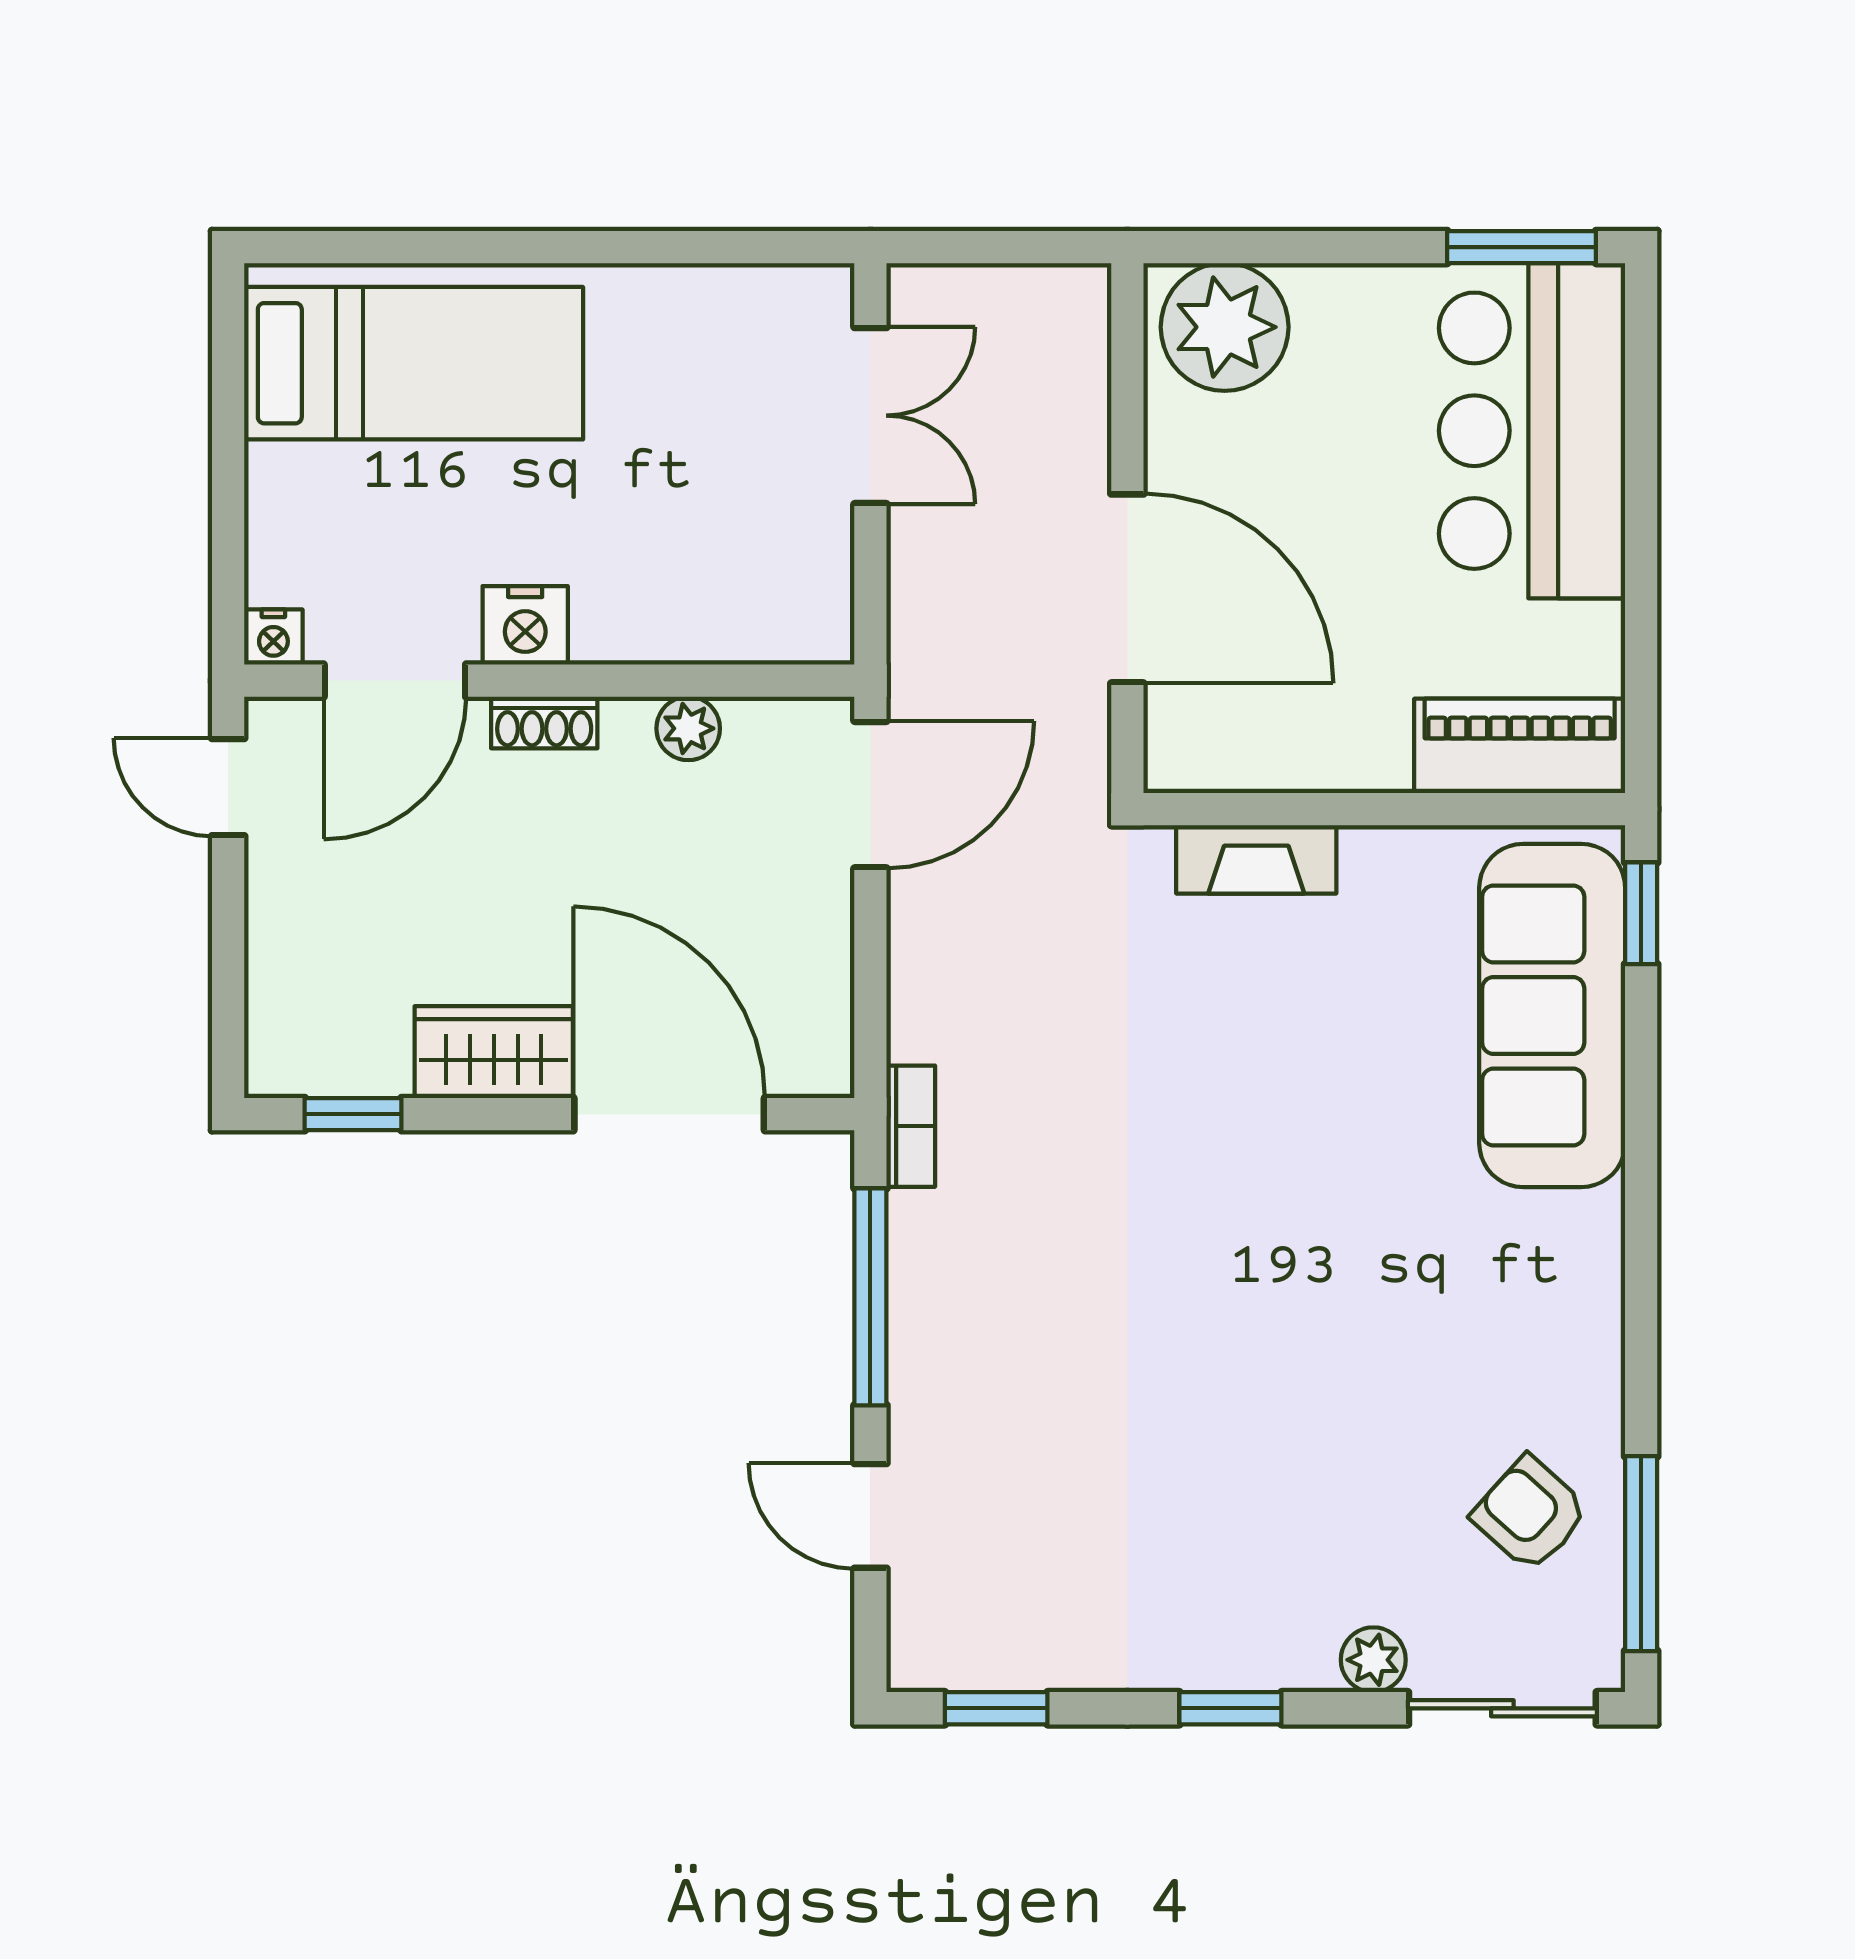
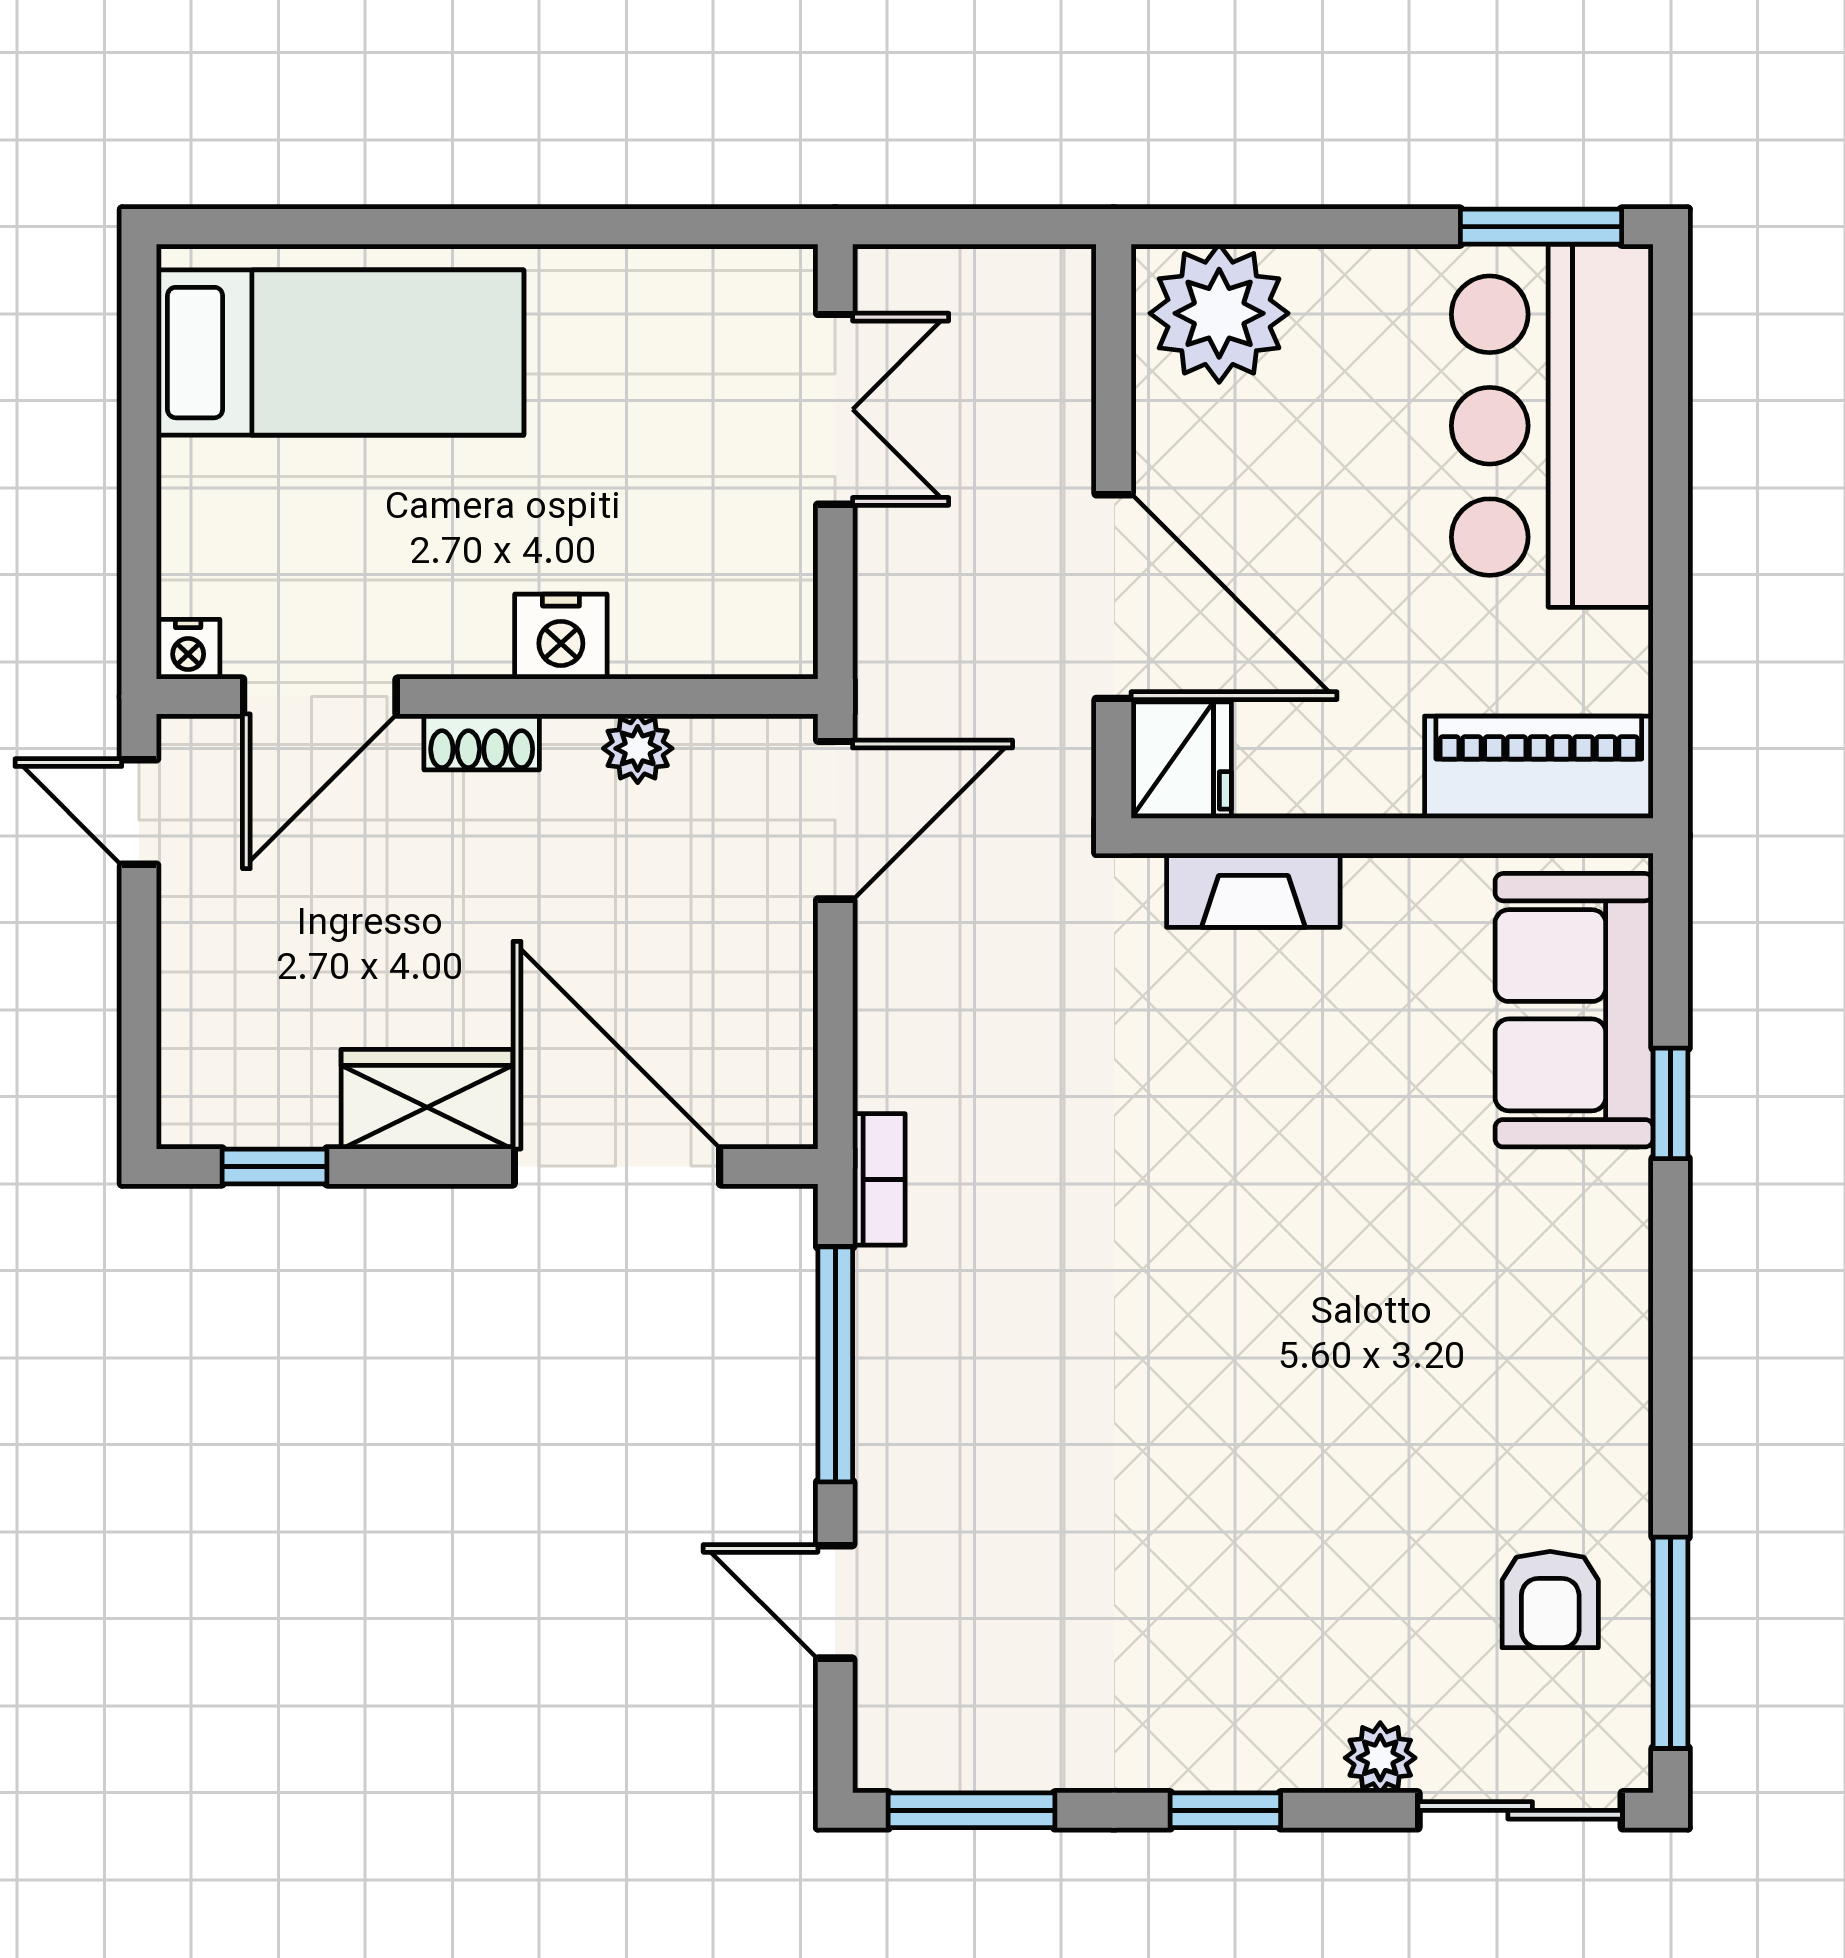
nightstand: (525, 625) -> (561, 637), moved
fridge: (1190, 739) -> (1181, 760), added
window: (1641, 913) -> (1671, 1103), moved
sofa: (1552, 1015) -> (1574, 1010), width x0.73
armchair: (1530, 1514) -> (1550, 1599), turned -132
window: (996, 1708) -> (971, 1810), width x1.50

